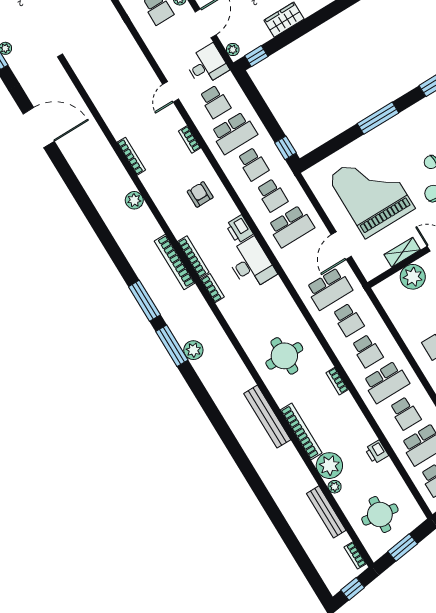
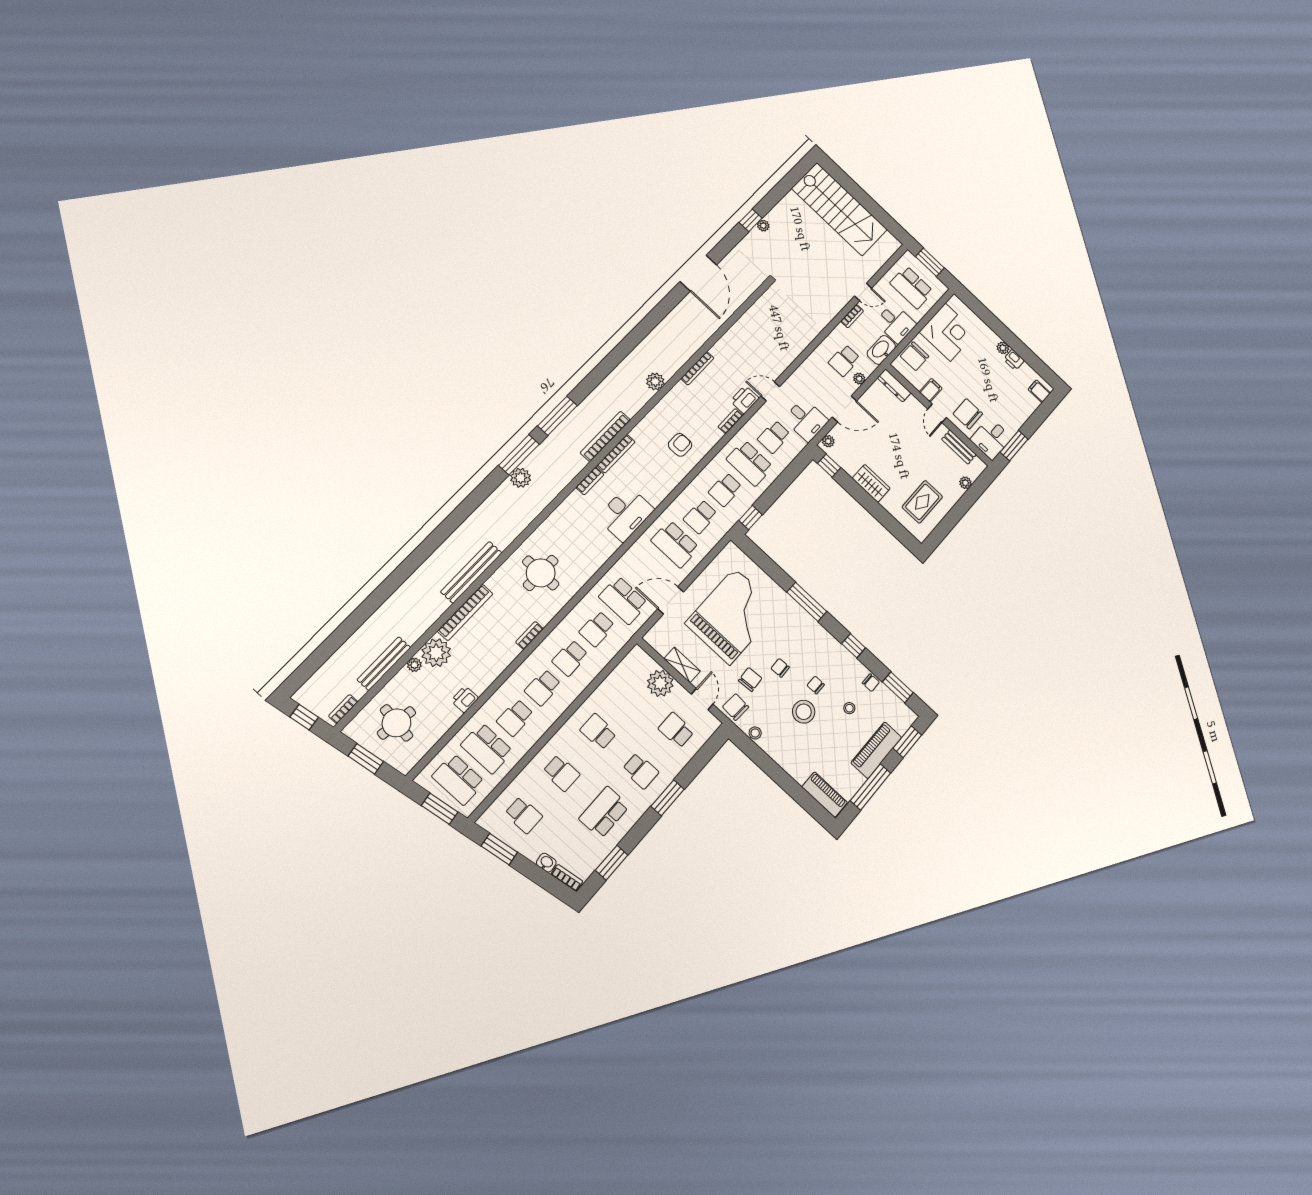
printer: (239, 229) -> (745, 400), moved
school desk: (386, 382) -> (543, 688), width x0.54

